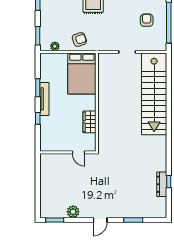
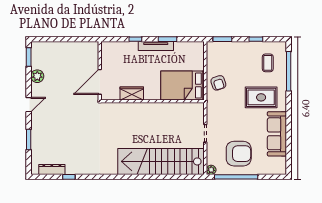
armchair: (147, 20) -> (239, 154), width x1.88, depth x1.88
plant: (55, 46) -> (211, 170), moved
door: (78, 152) -> (100, 82), width x1.88
dresser: (162, 184) -> (52, 170), moved
door: (100, 220) -> (29, 105), swing flipped

